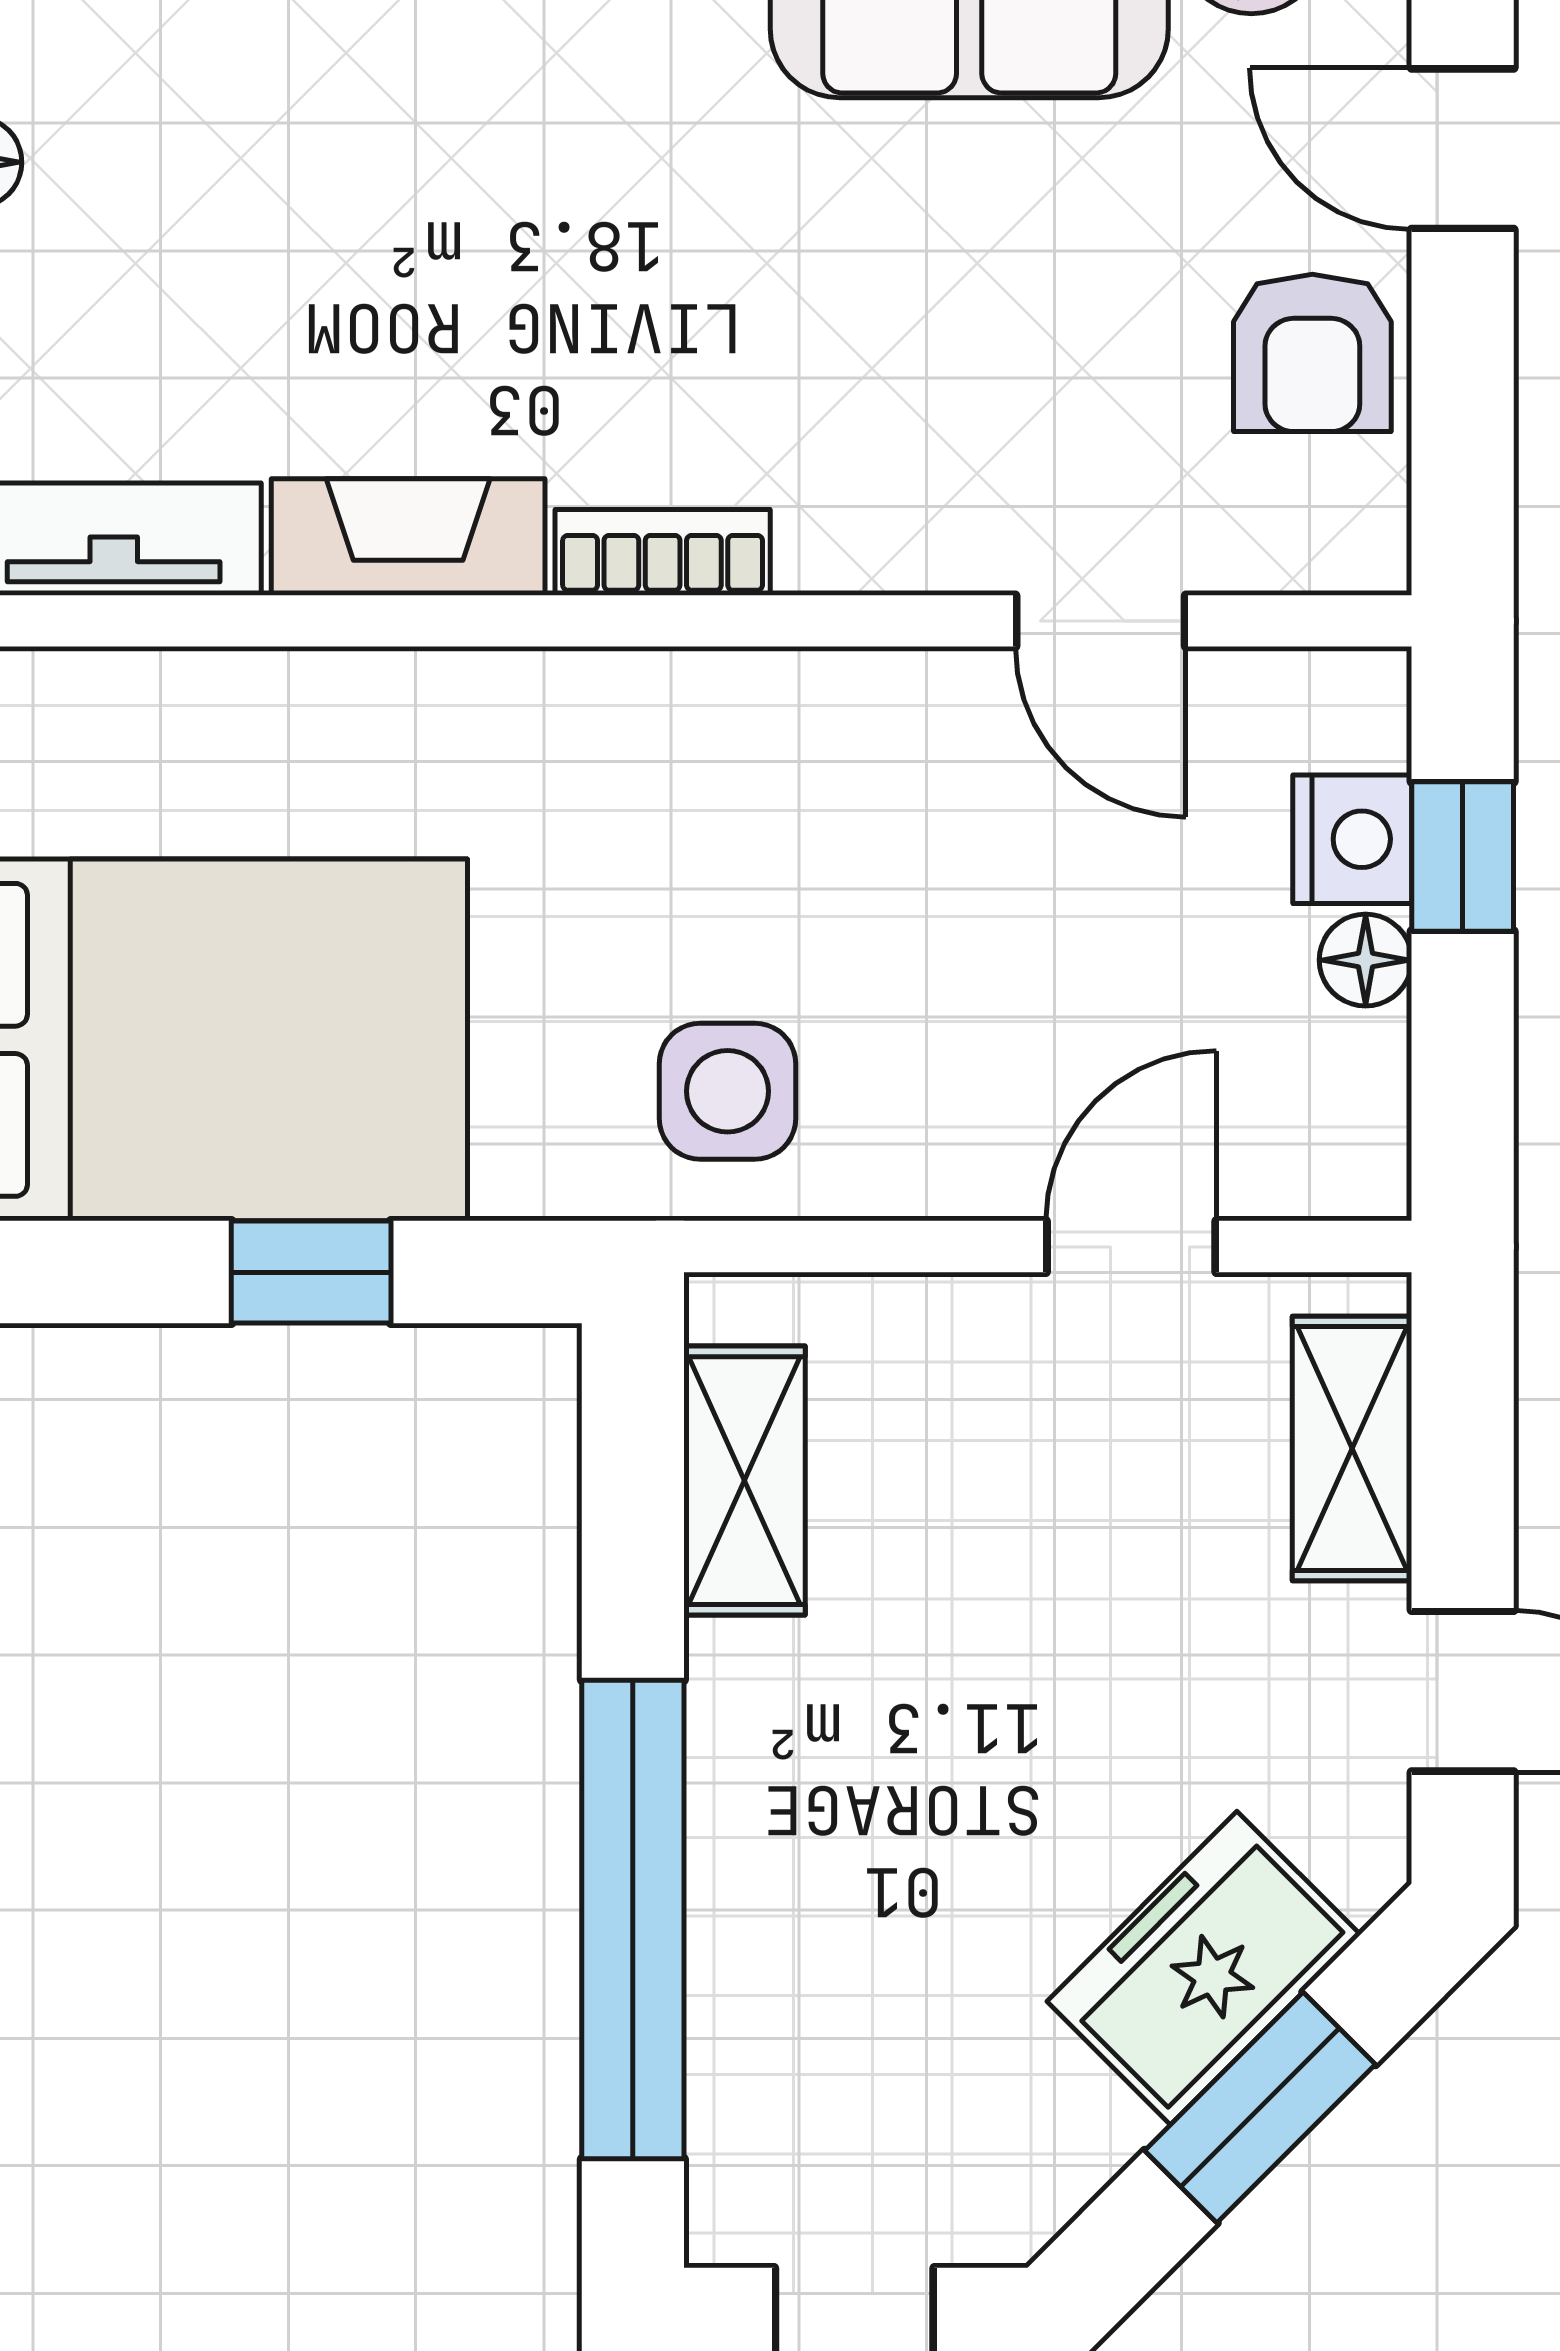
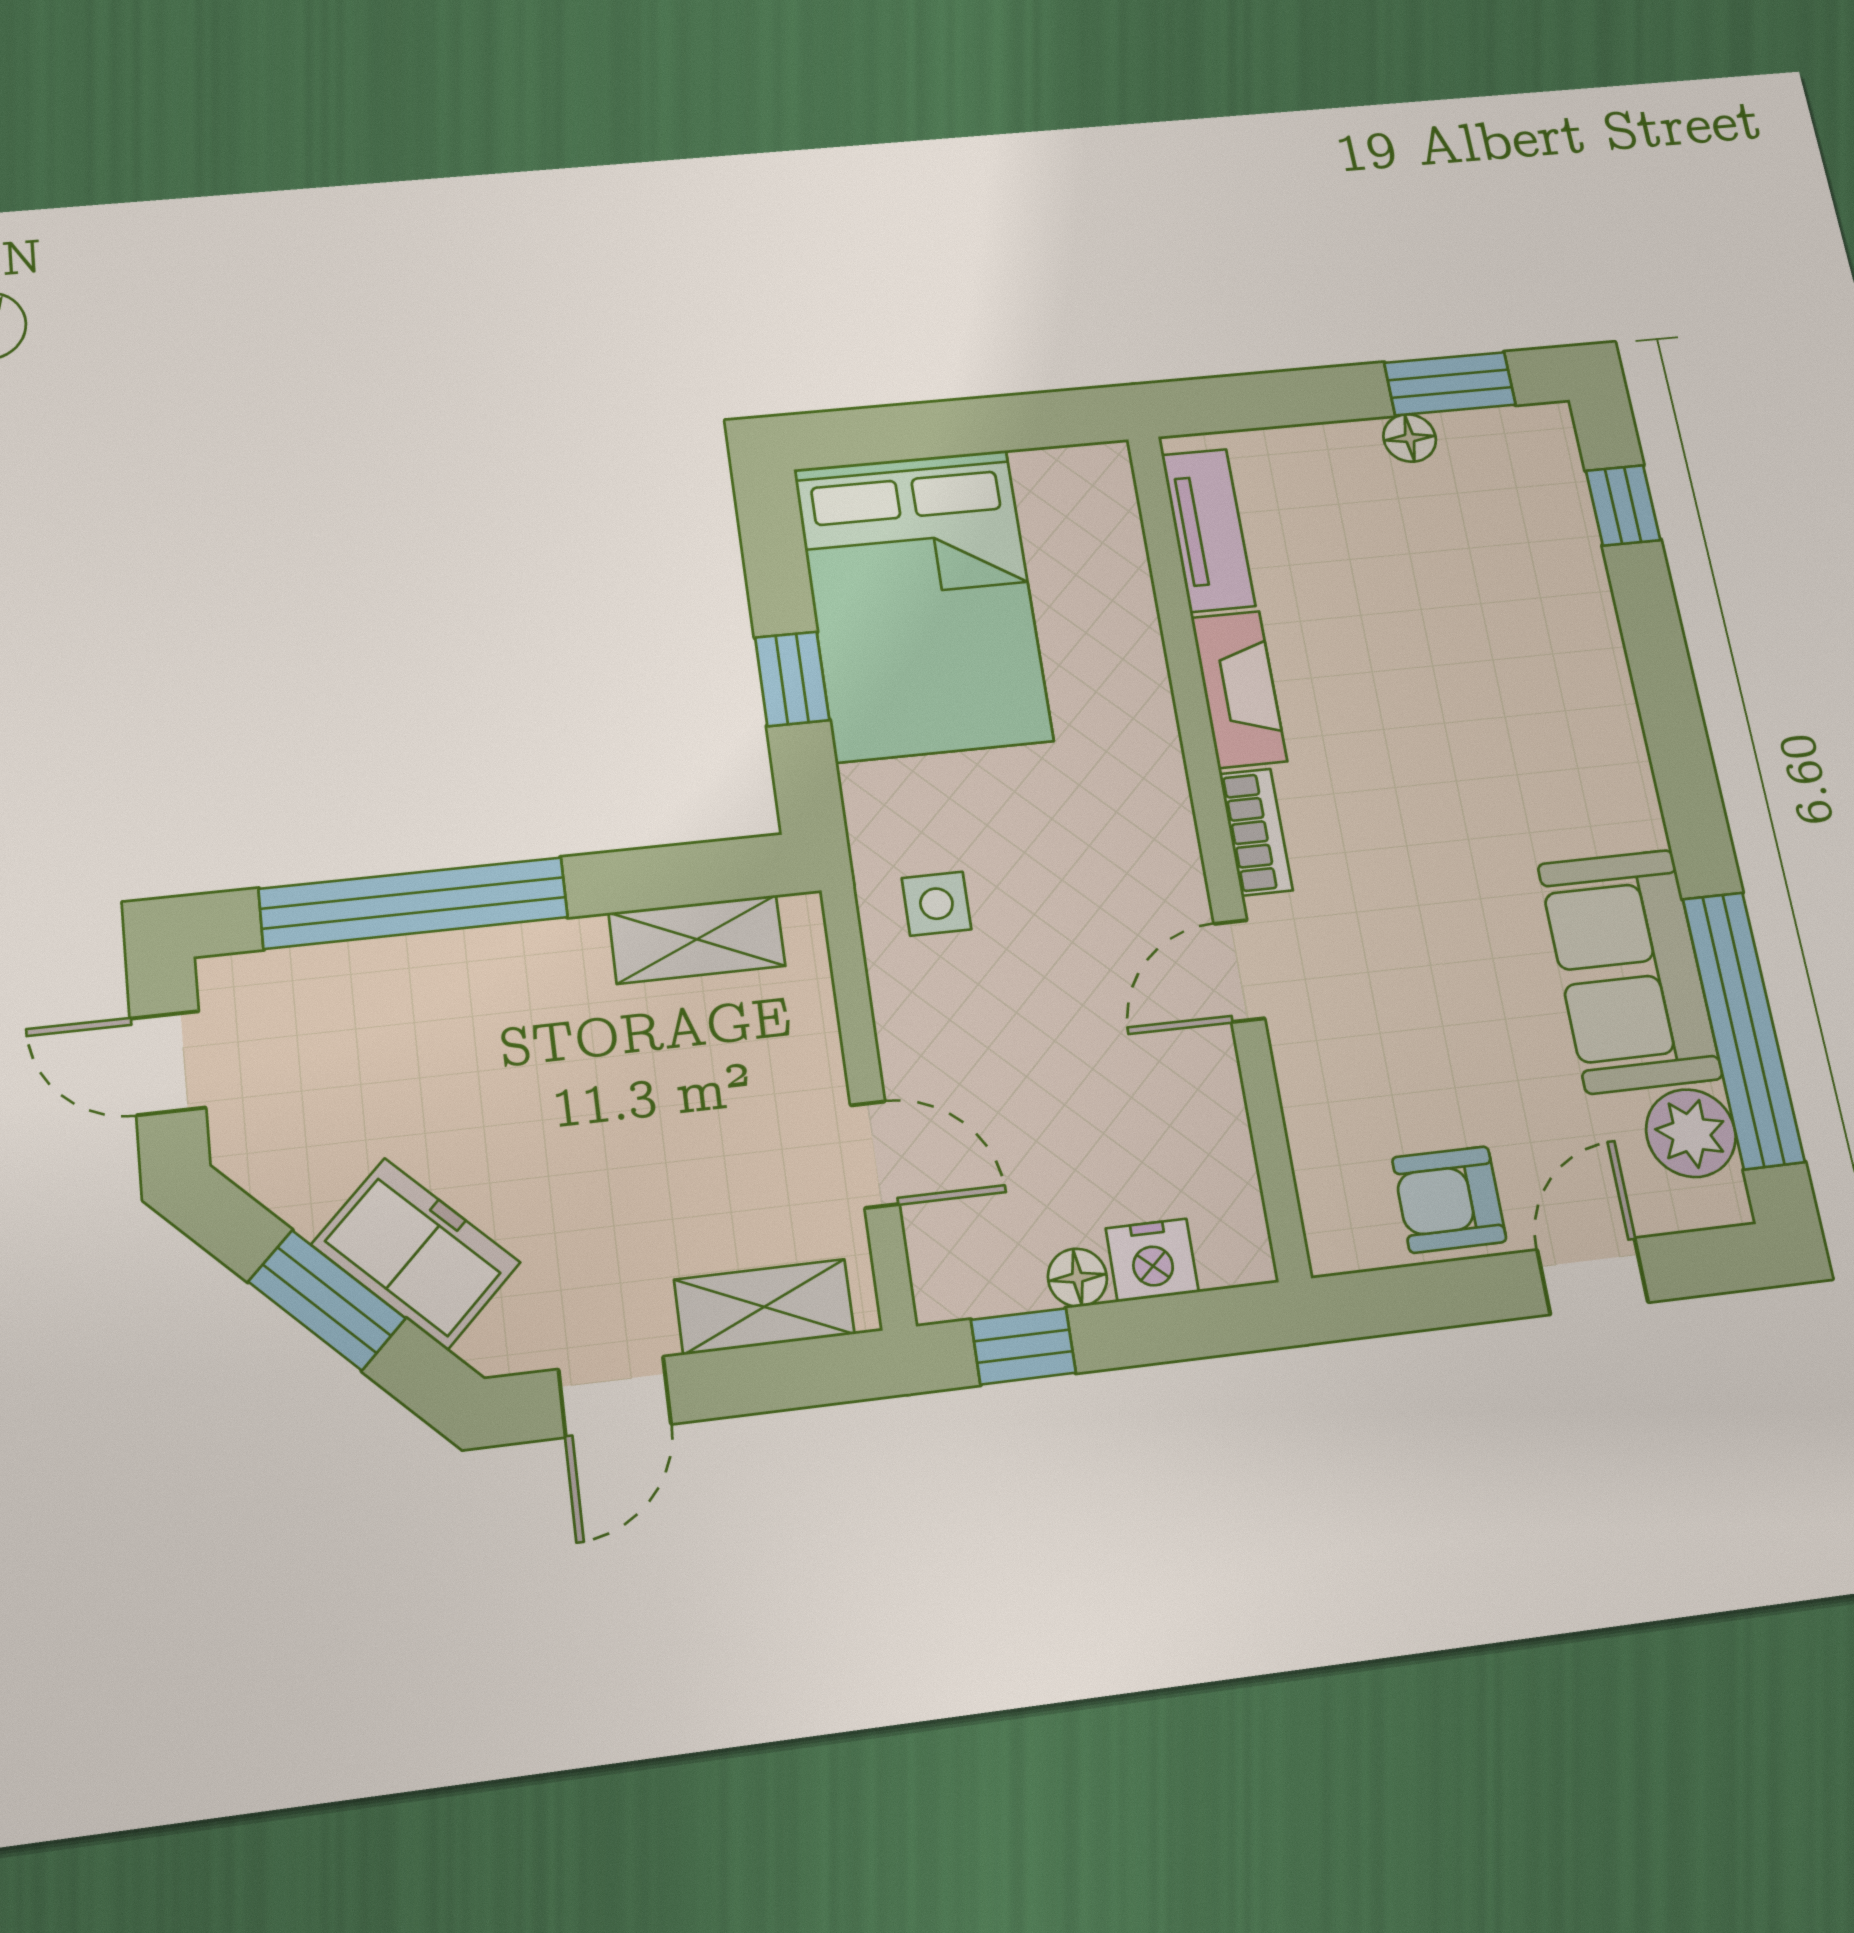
door: (1101, 621) -> (1239, 971), moved
window: (1463, 856) -> (1023, 1346), moved
side table: (728, 1091) -> (936, 904), width x0.73, depth x0.73

